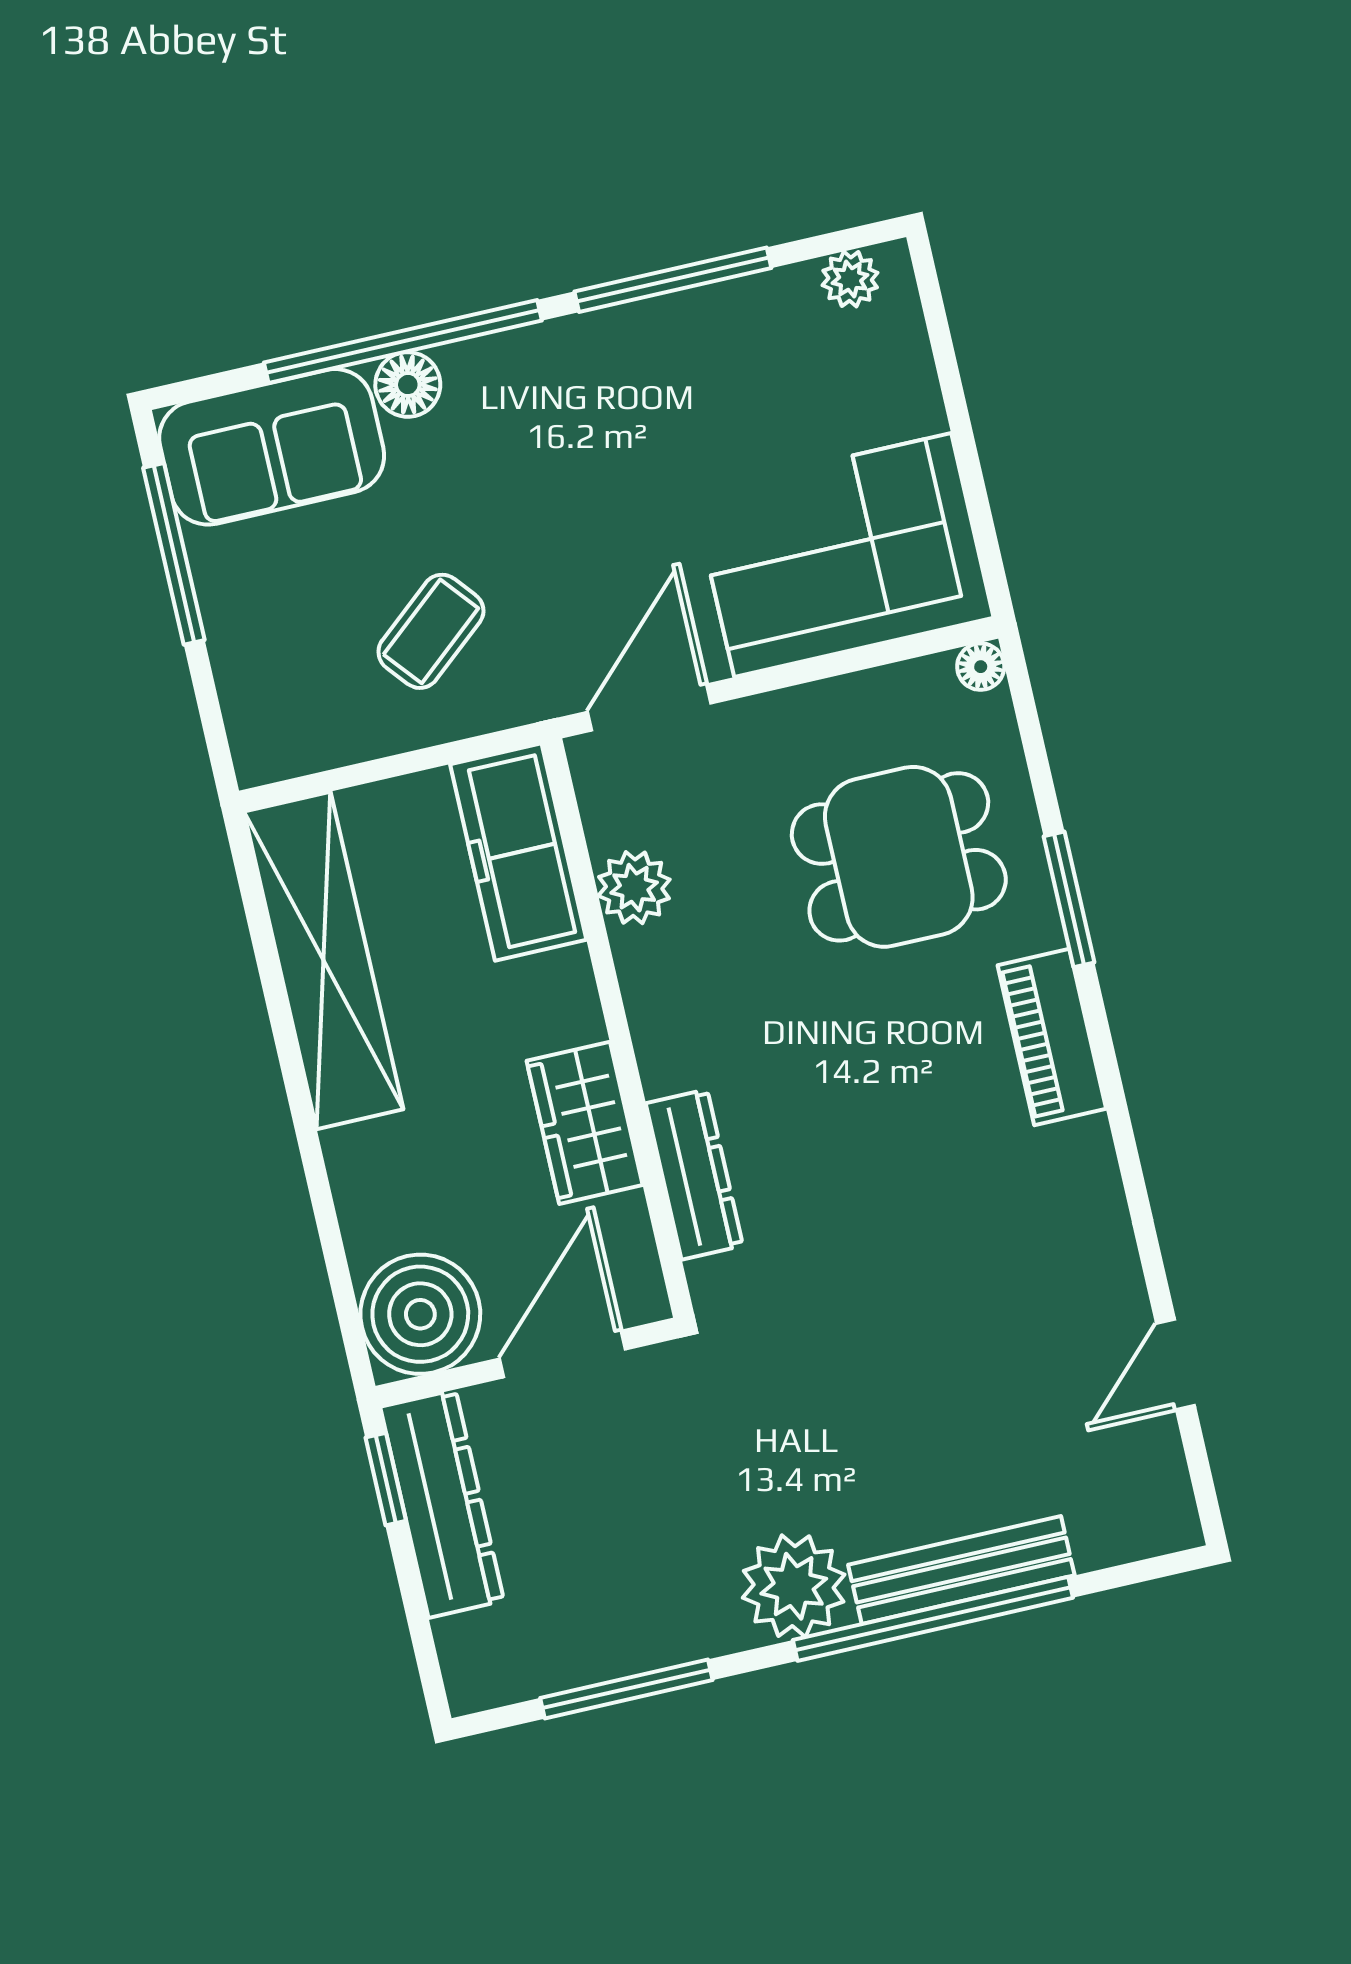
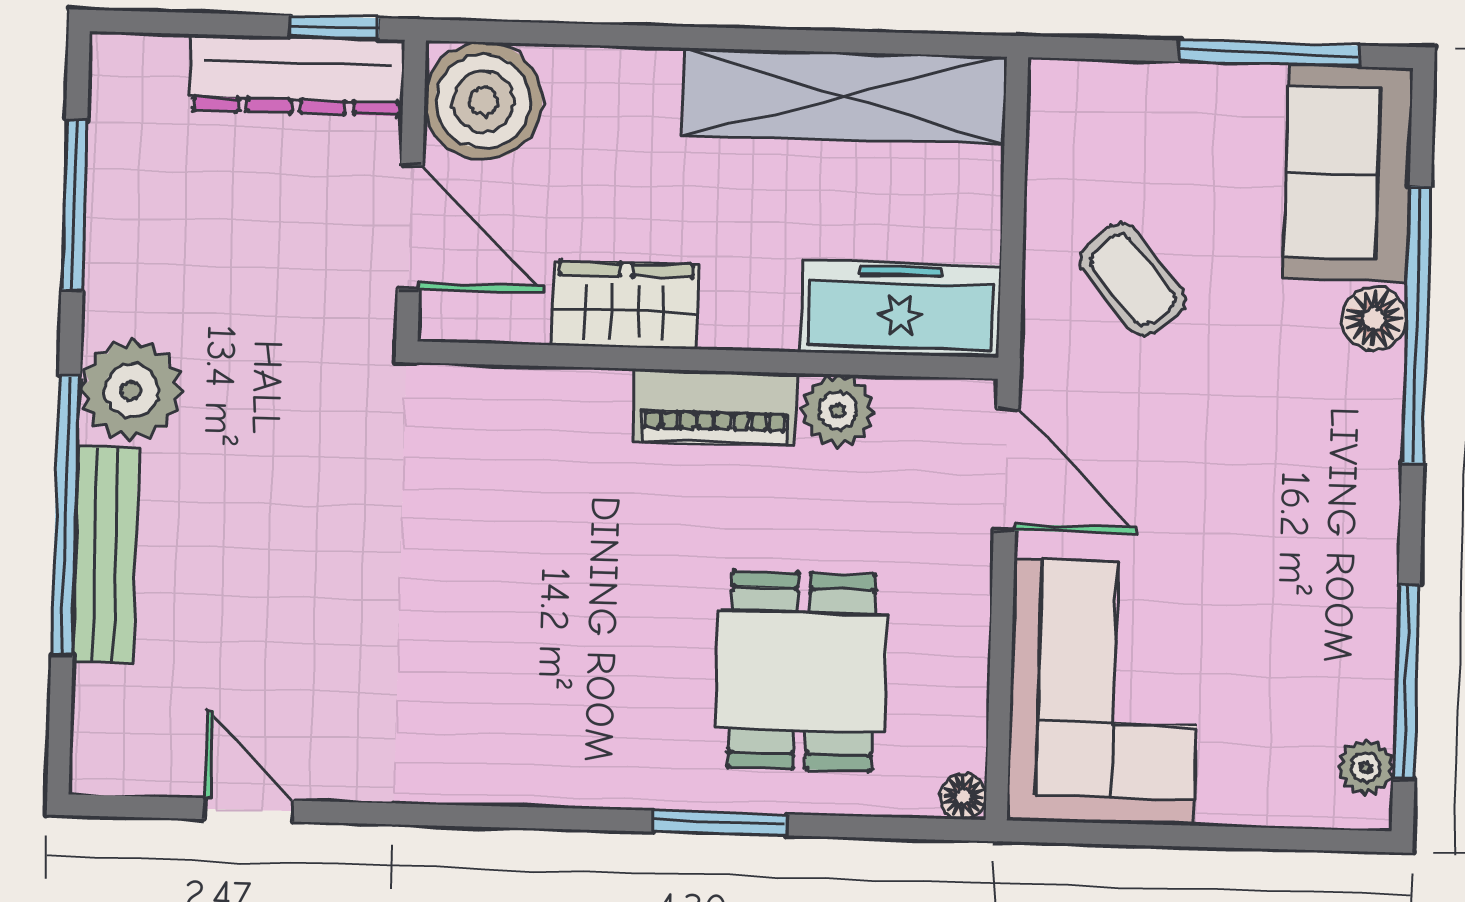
window: (673, 280) -> (1406, 682), moved
piano: (1052, 1037) -> (715, 407), moved, turned 180
dresser: (694, 1174) -> (549, 397), removed

